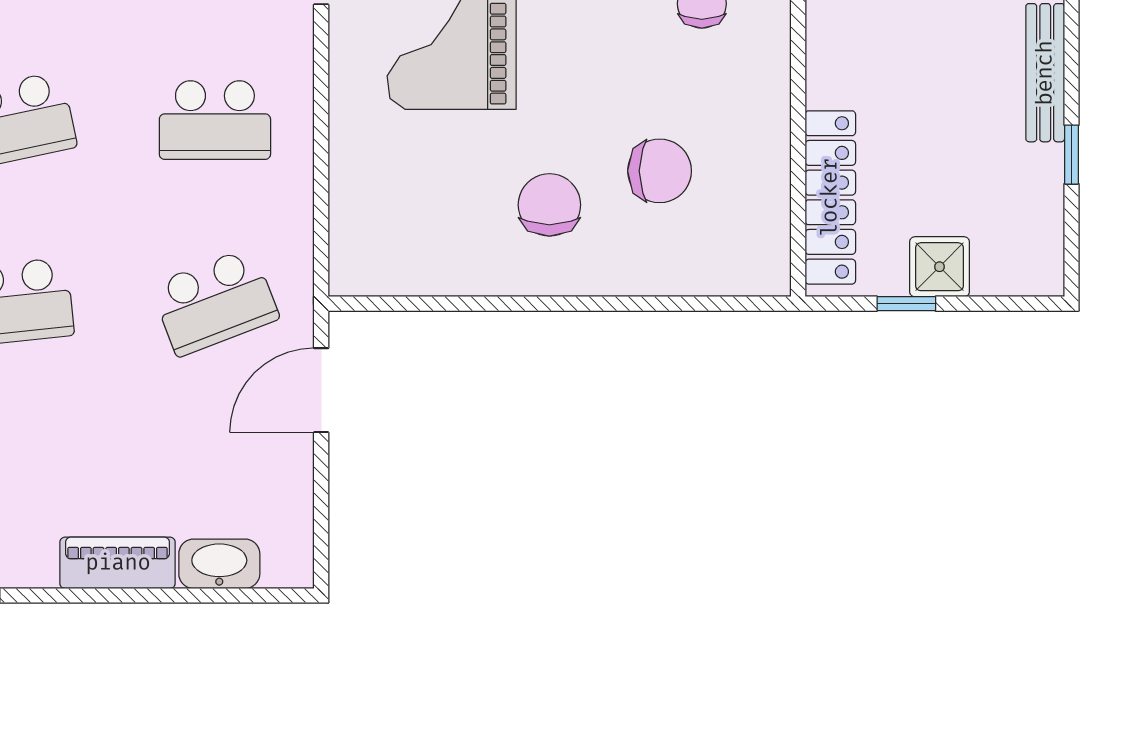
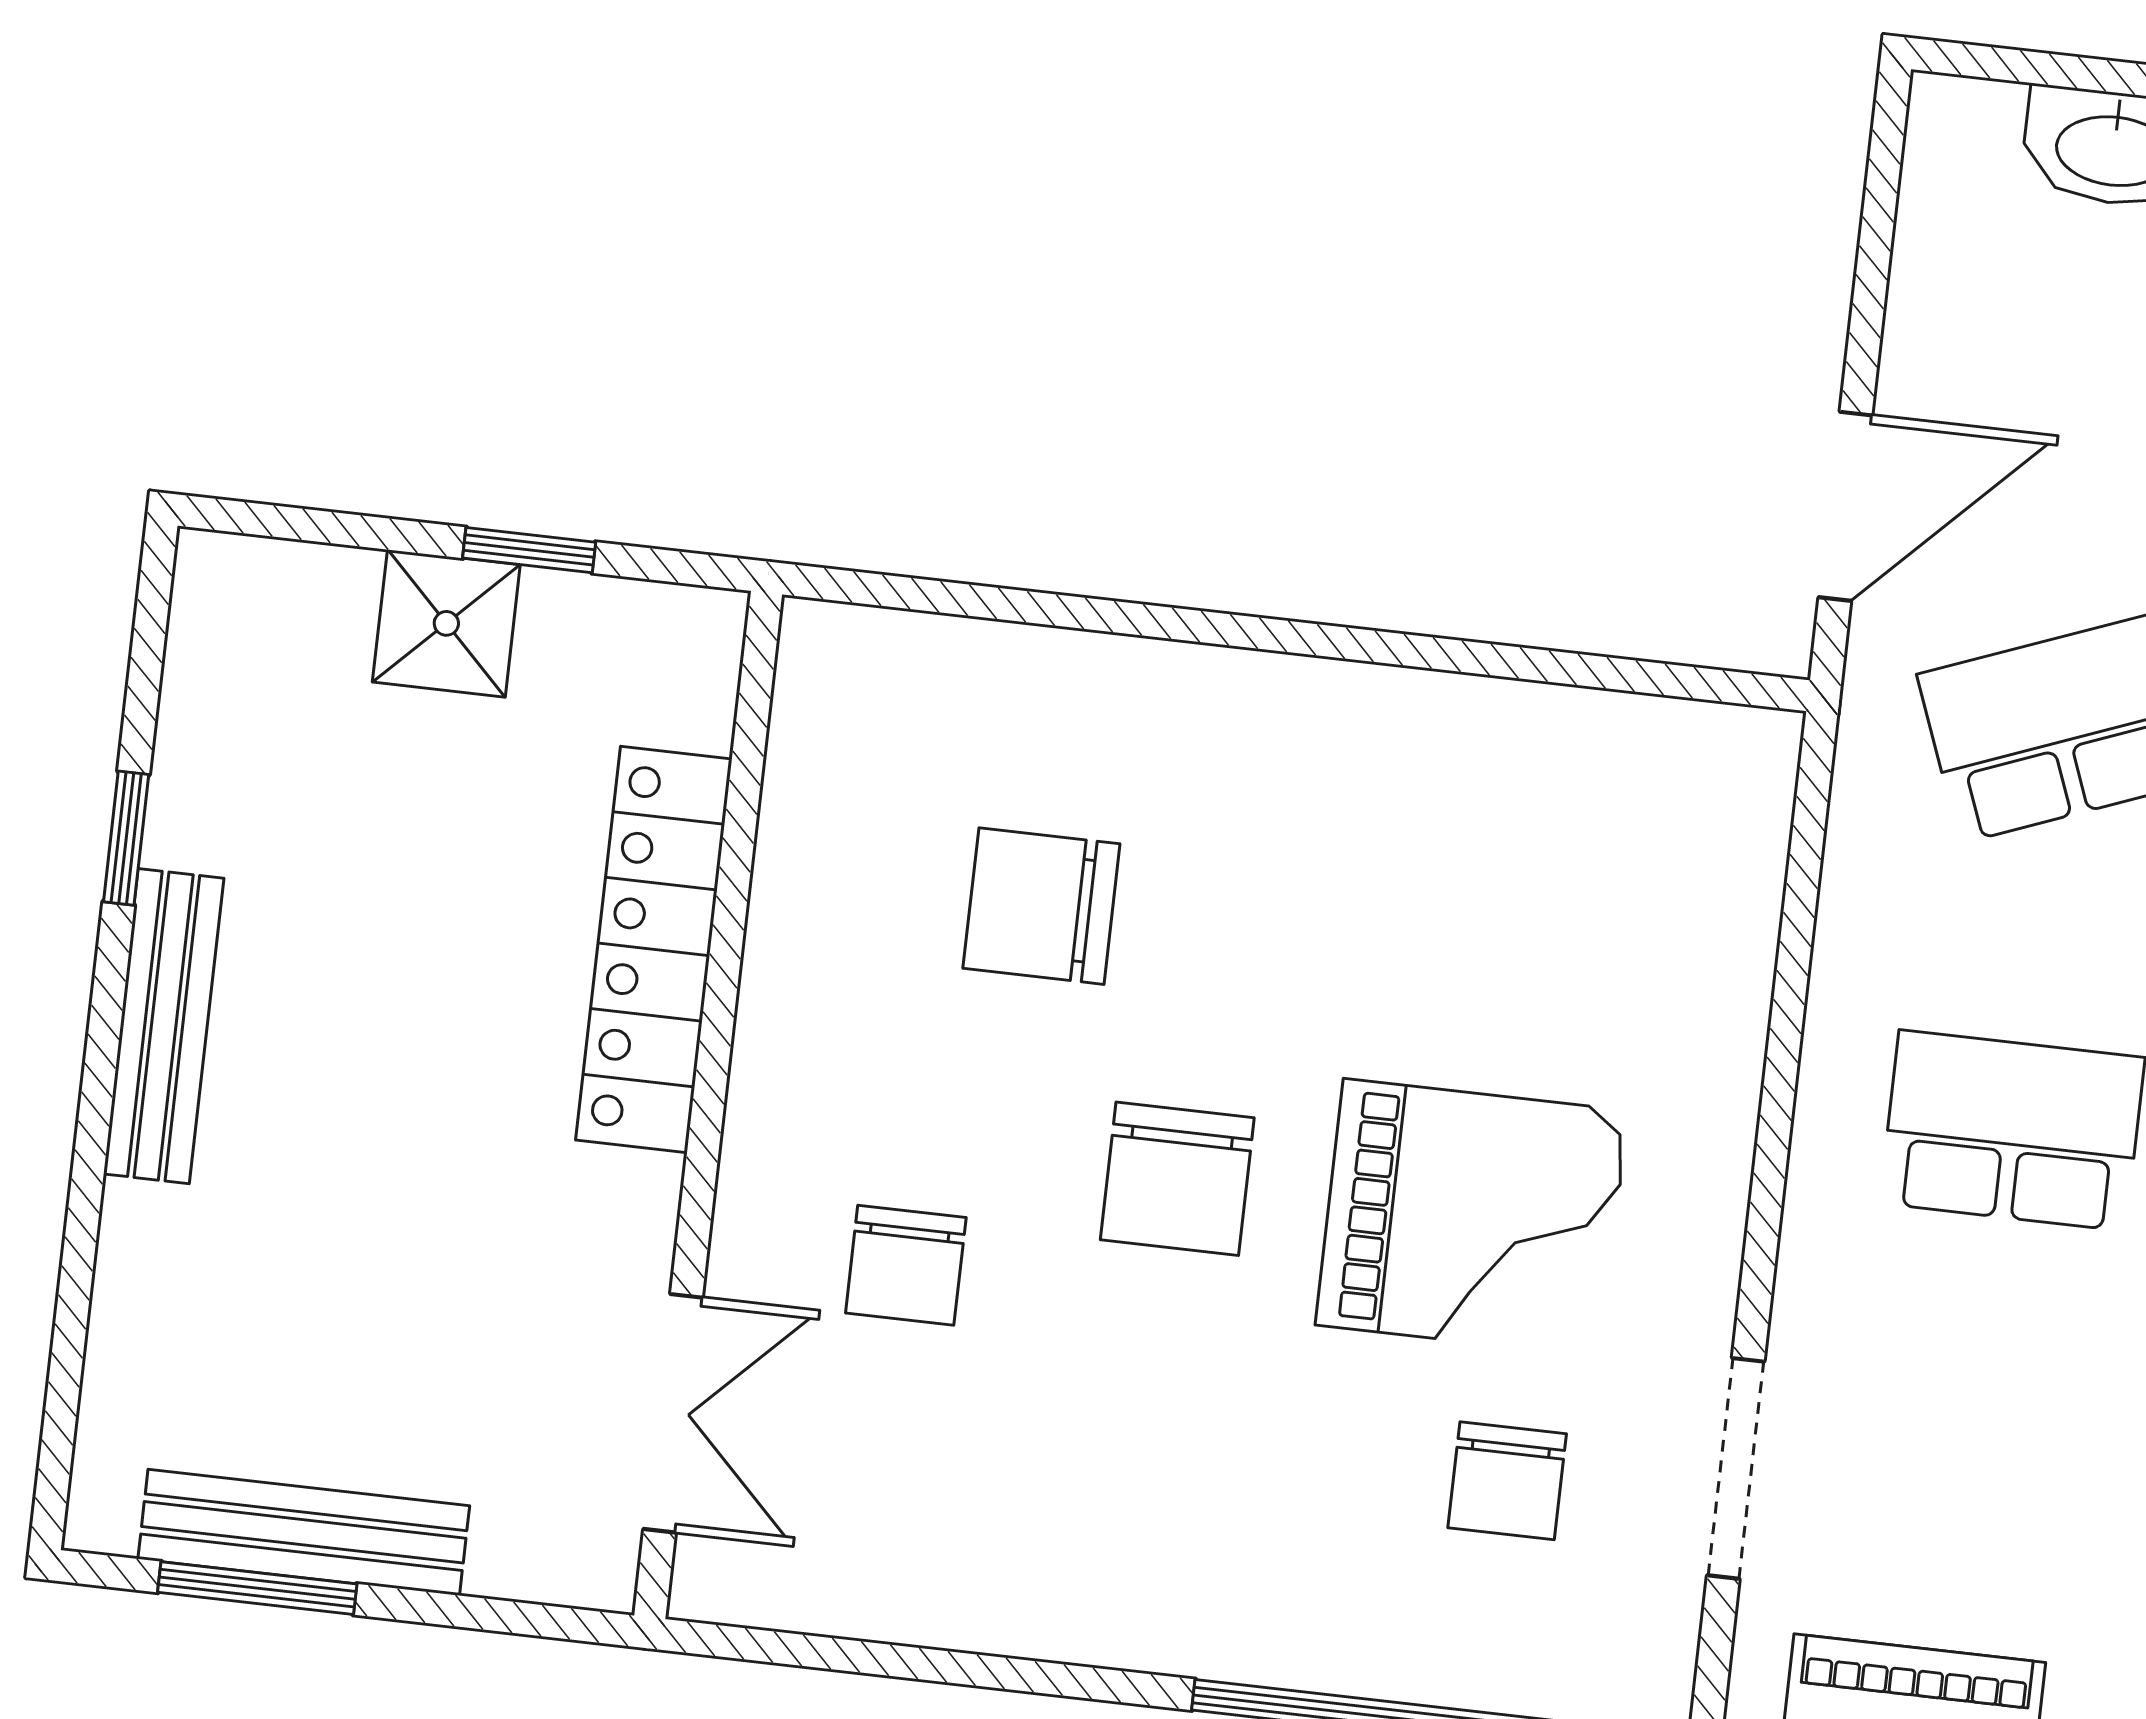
locker: (830, 197) -> (654, 949), moved
chair: (549, 205) -> (1177, 1179), moved

